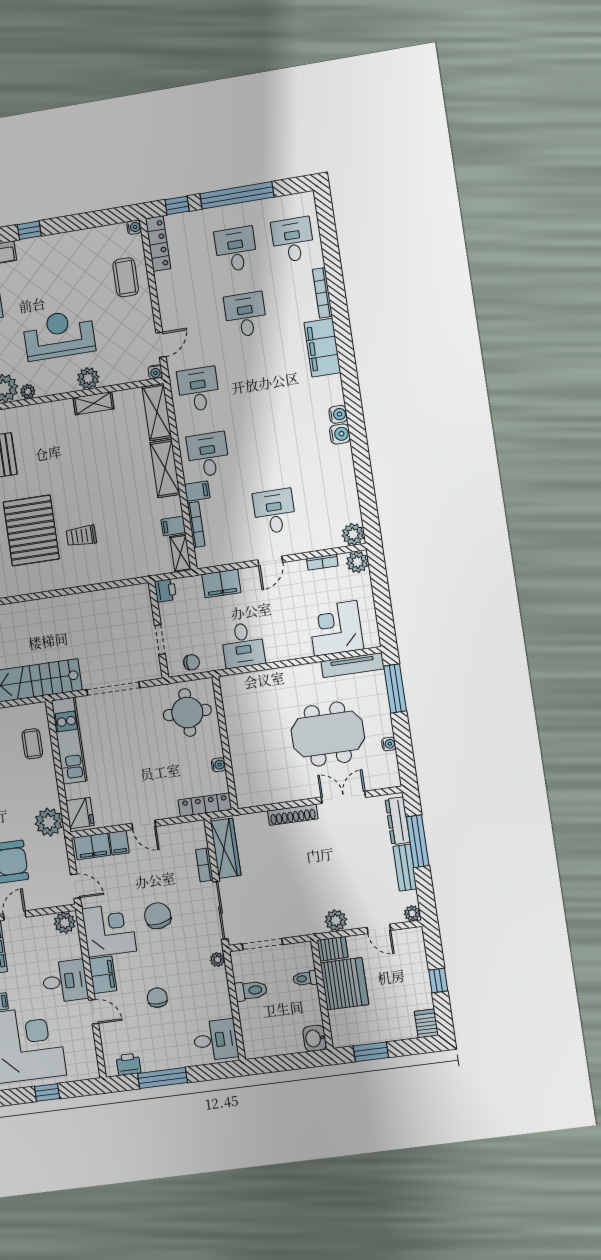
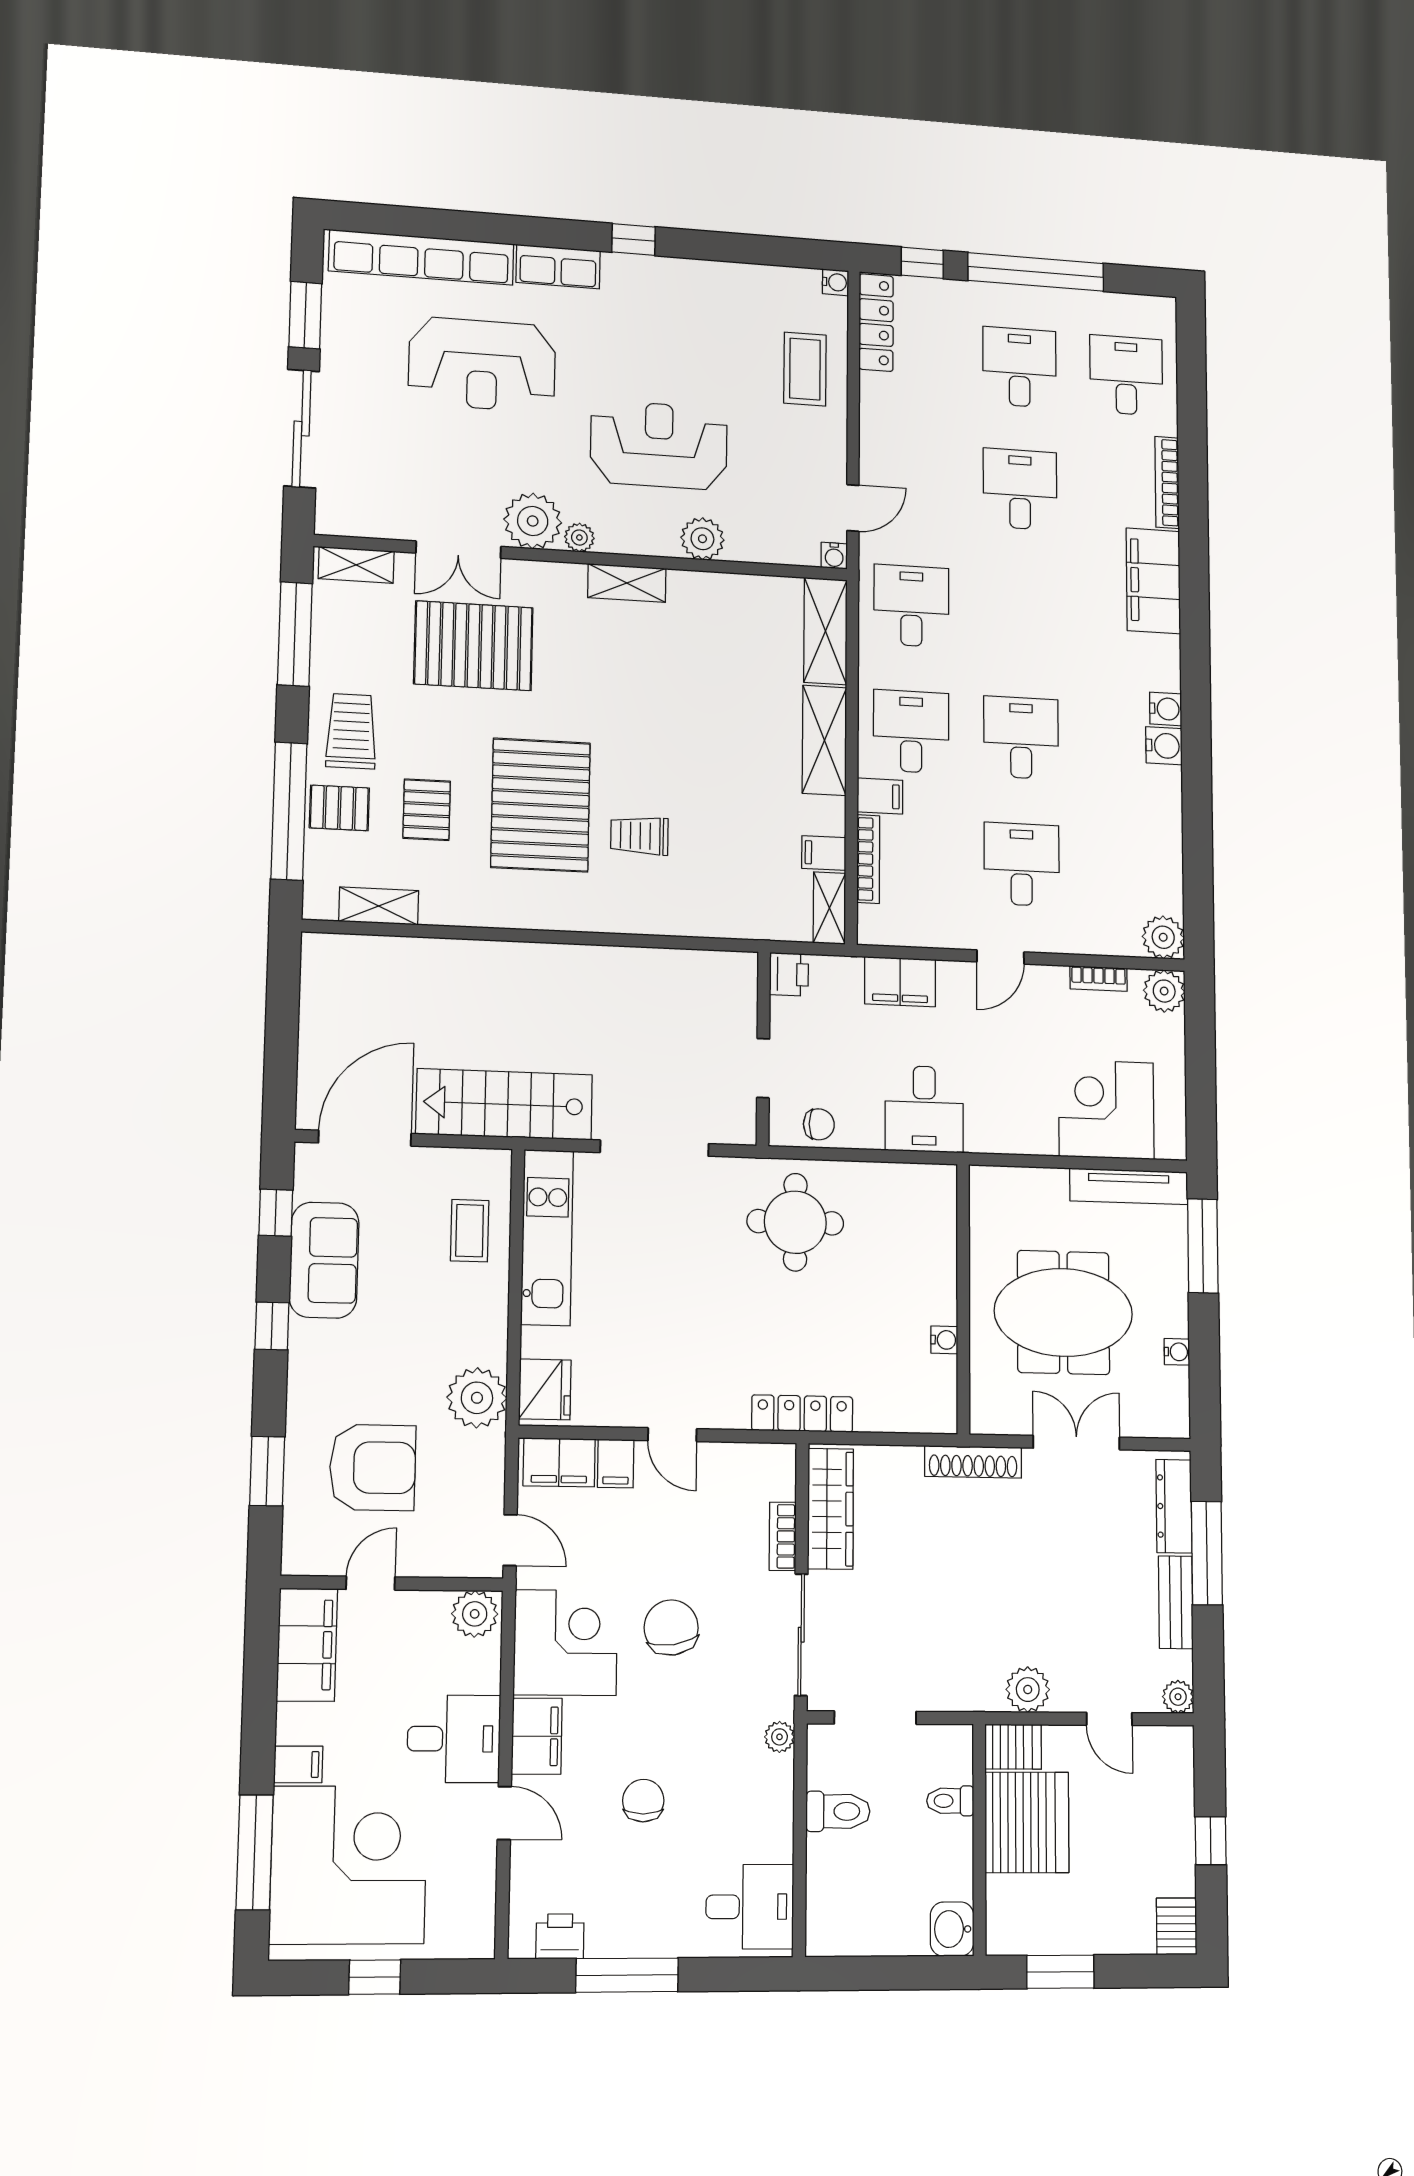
shelving: (94, 403) -> (627, 583), moved
desk: (265, 446) -> (1021, 738), added
wall: (225, 743) -> (963, 1299), moved
water cooler: (219, 765) -> (944, 1340), moved

